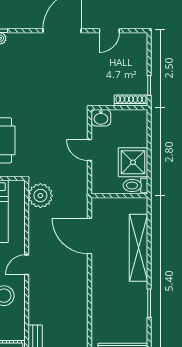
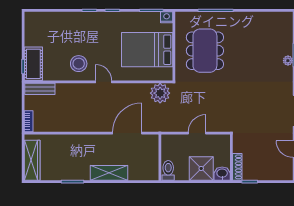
washbasin: (101, 118) -> (222, 174), moved, turned 90
shower: (133, 162) -> (201, 168), moved
shelving: (138, 248) -> (109, 173), width x0.68

